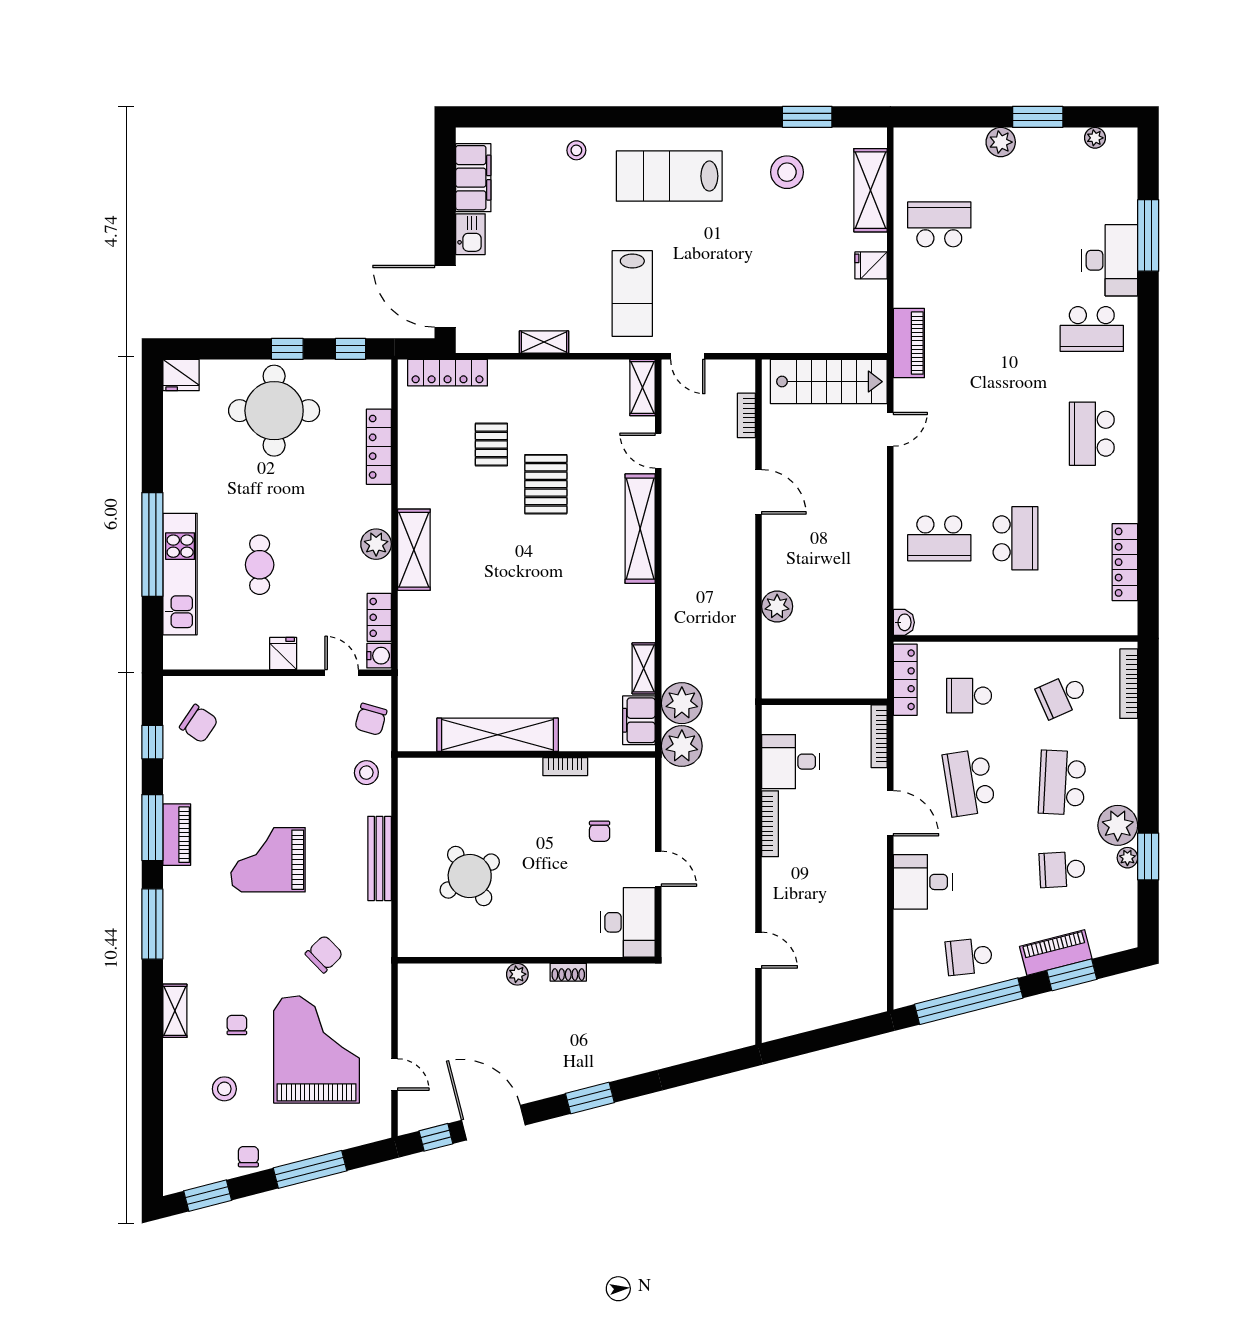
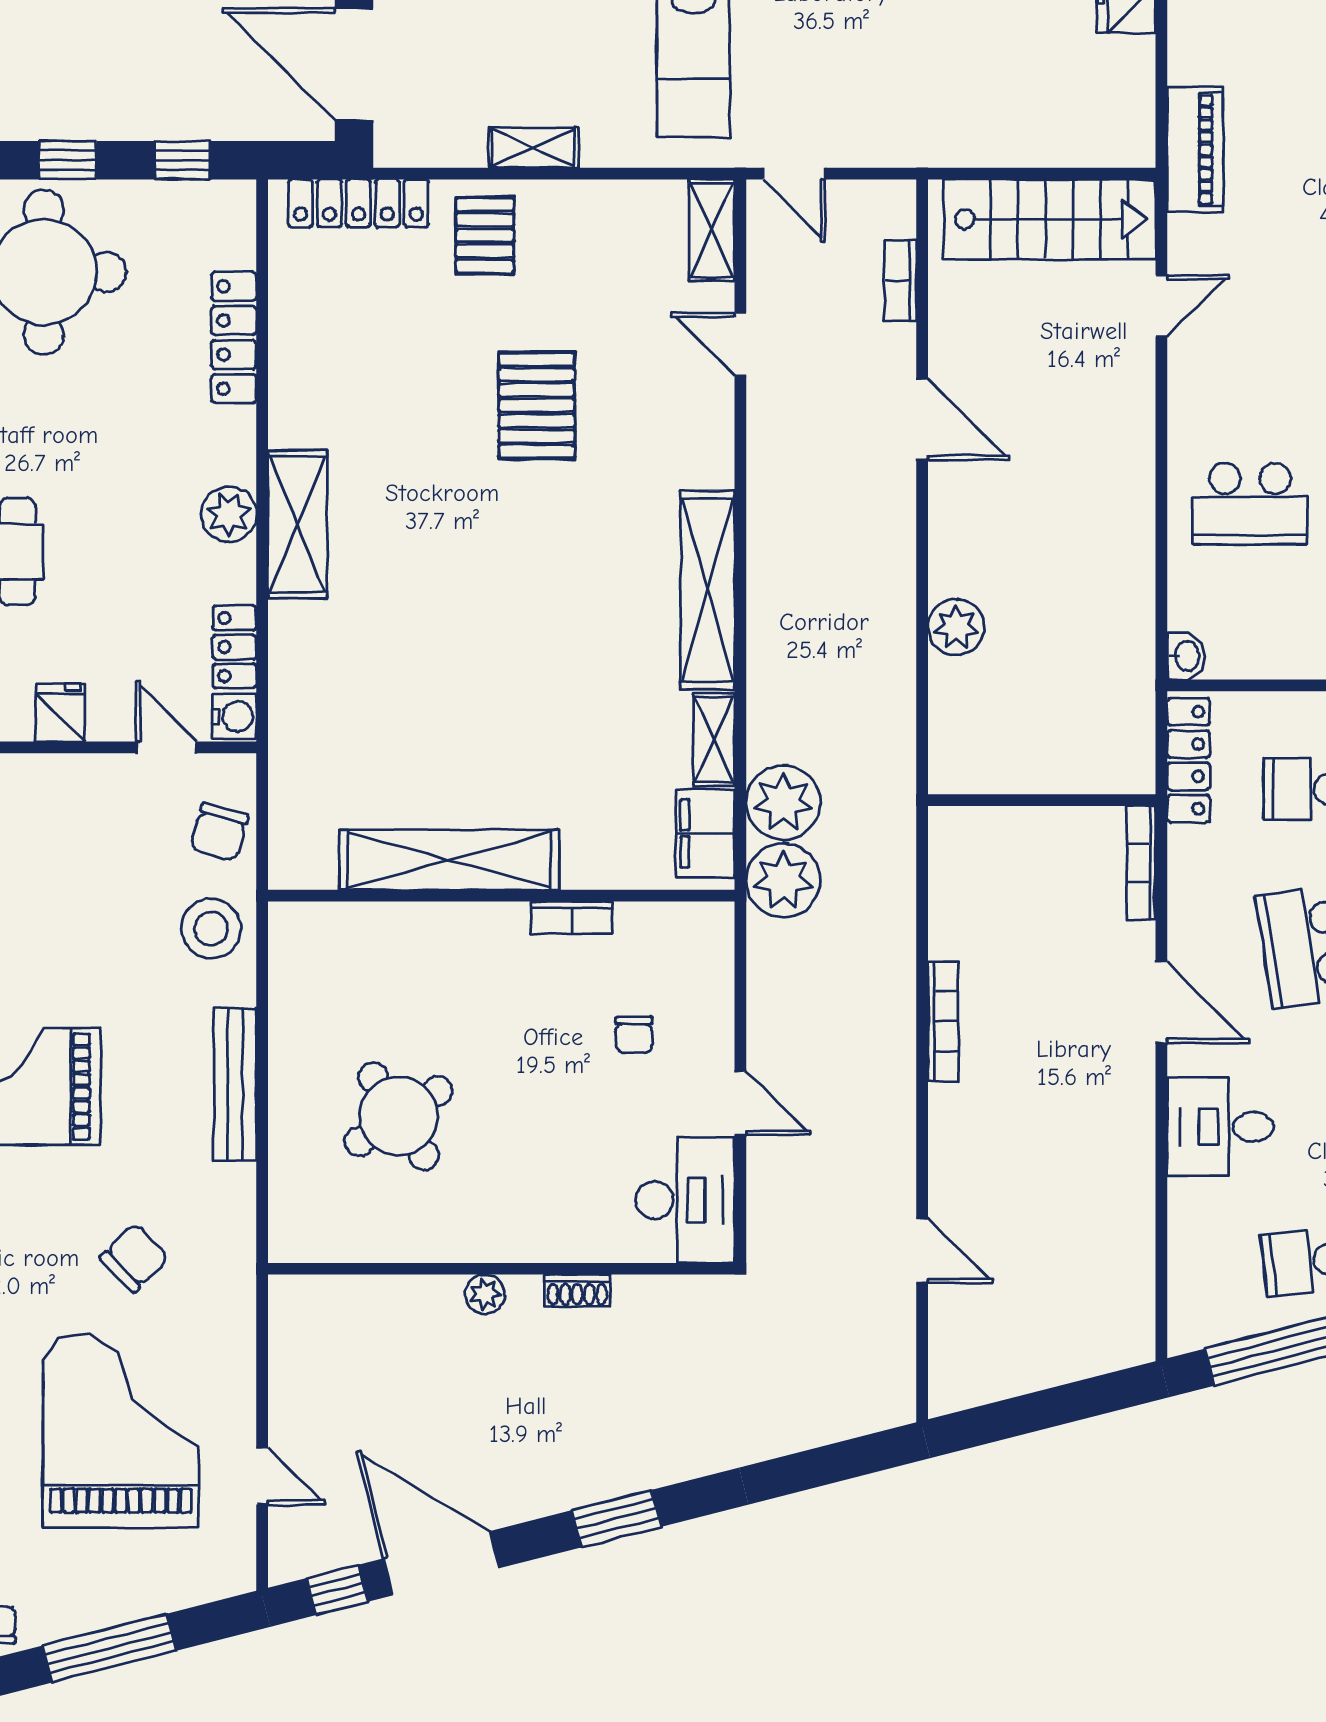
pallet: (491, 444) -> (485, 235), moved
shelving: (640, 529) -> (708, 590), moved
desk: (791, 762) -> (981, 909), removed
stool: (366, 773) -> (211, 929), width x1.38, depth x1.38

